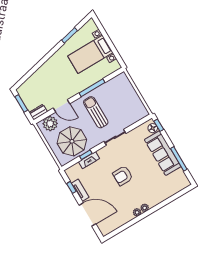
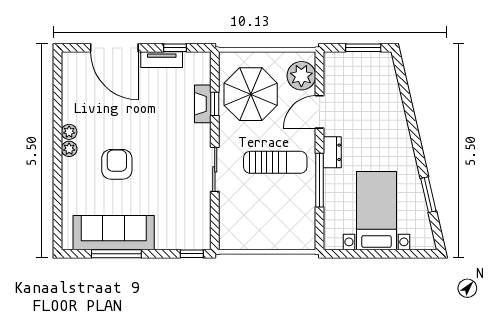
dresser: (38, 112) -> (332, 152), moved
floor lamp: (153, 128) -> (193, 241), removed
sofa: (163, 153) -> (114, 233), moved
armchair: (123, 176) -> (117, 164), moved
door: (87, 214) -> (114, 48), hinge flipped

